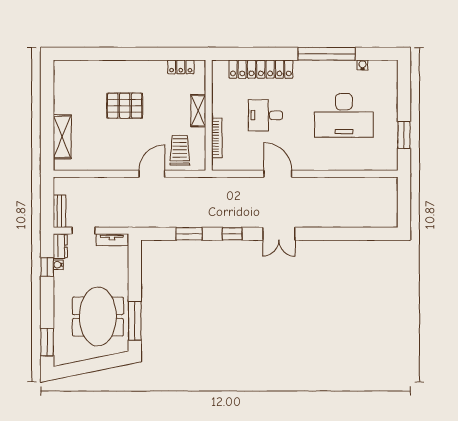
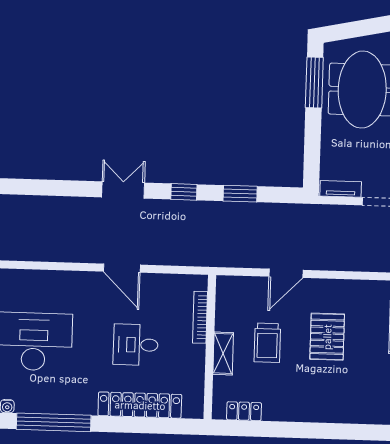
pallet: (125, 106) -> (327, 337), moved, turned 90
desk: (265, 115) -> (136, 345), turned 180
trolley: (180, 150) -> (267, 343), moved

